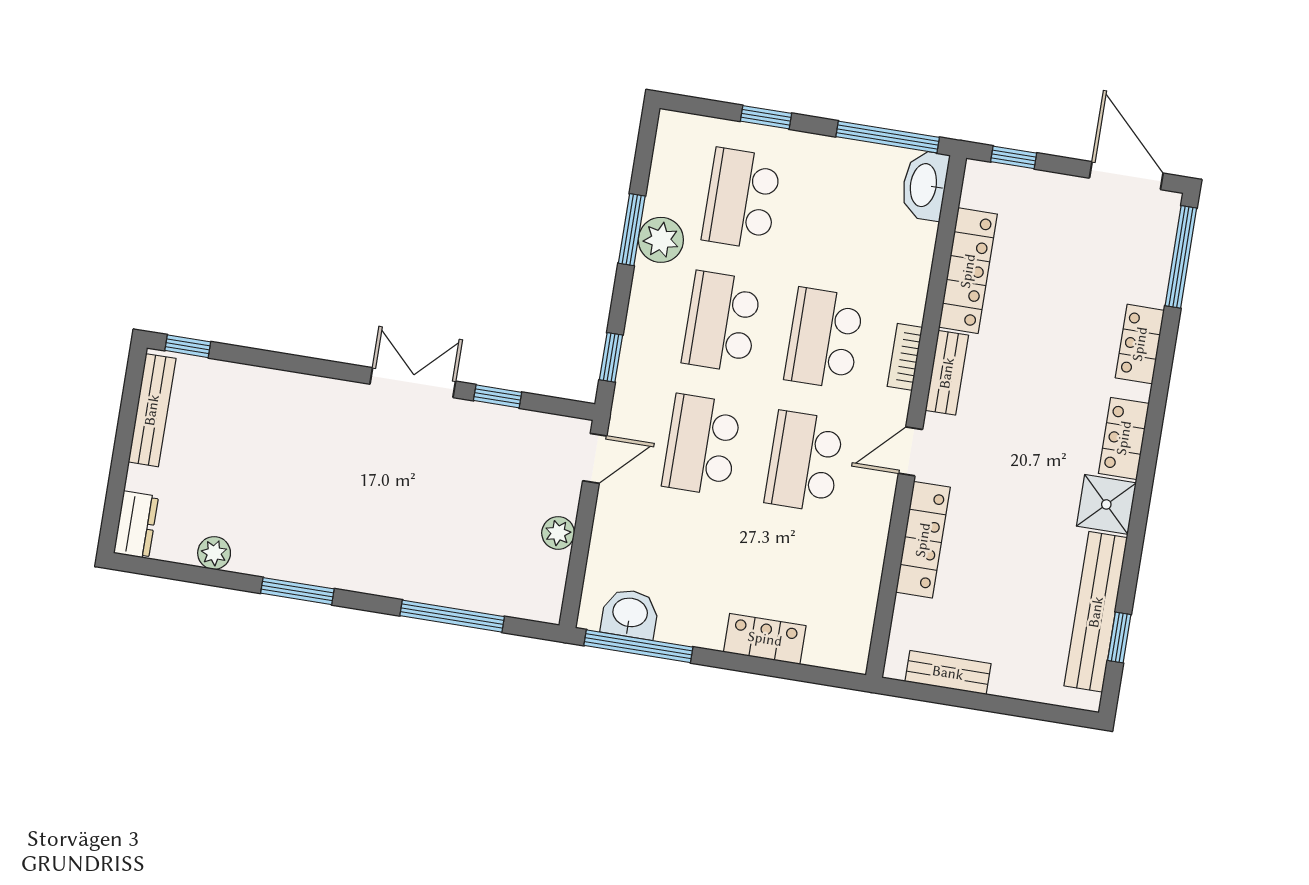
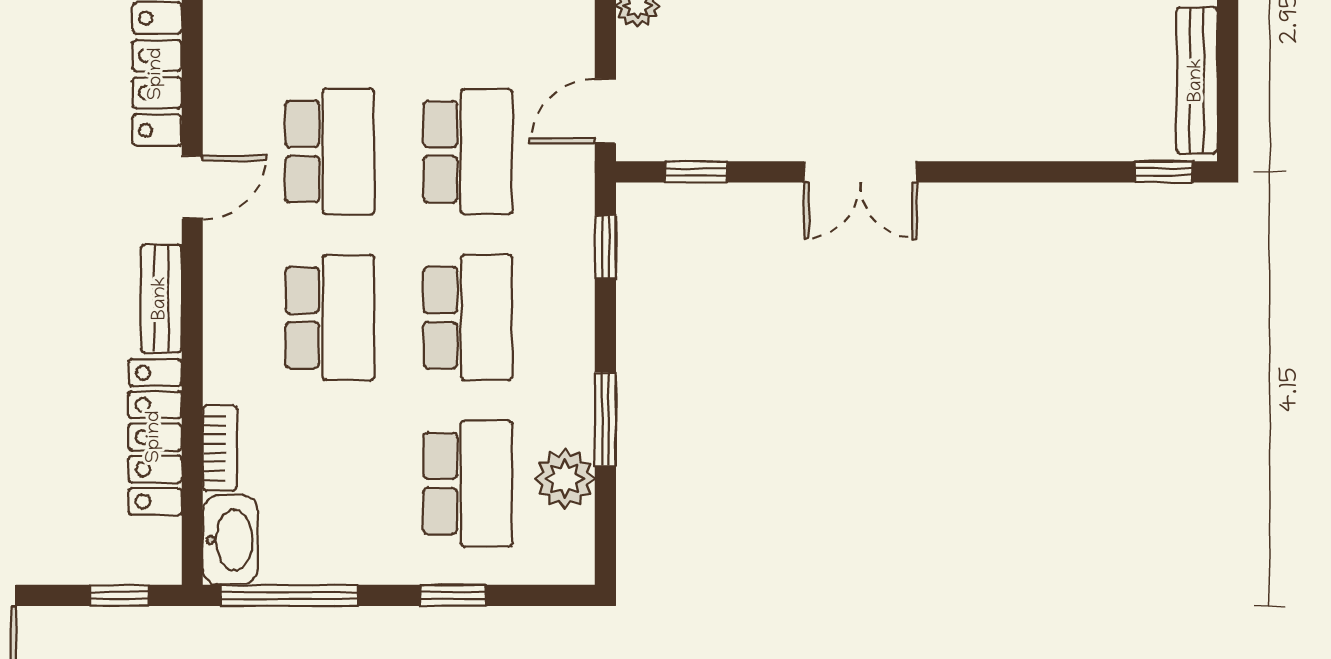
plant: (661, 240) -> (565, 478), moved
bookcase: (905, 357) -> (220, 448), moved
window: (498, 396) -> (696, 172), moved

